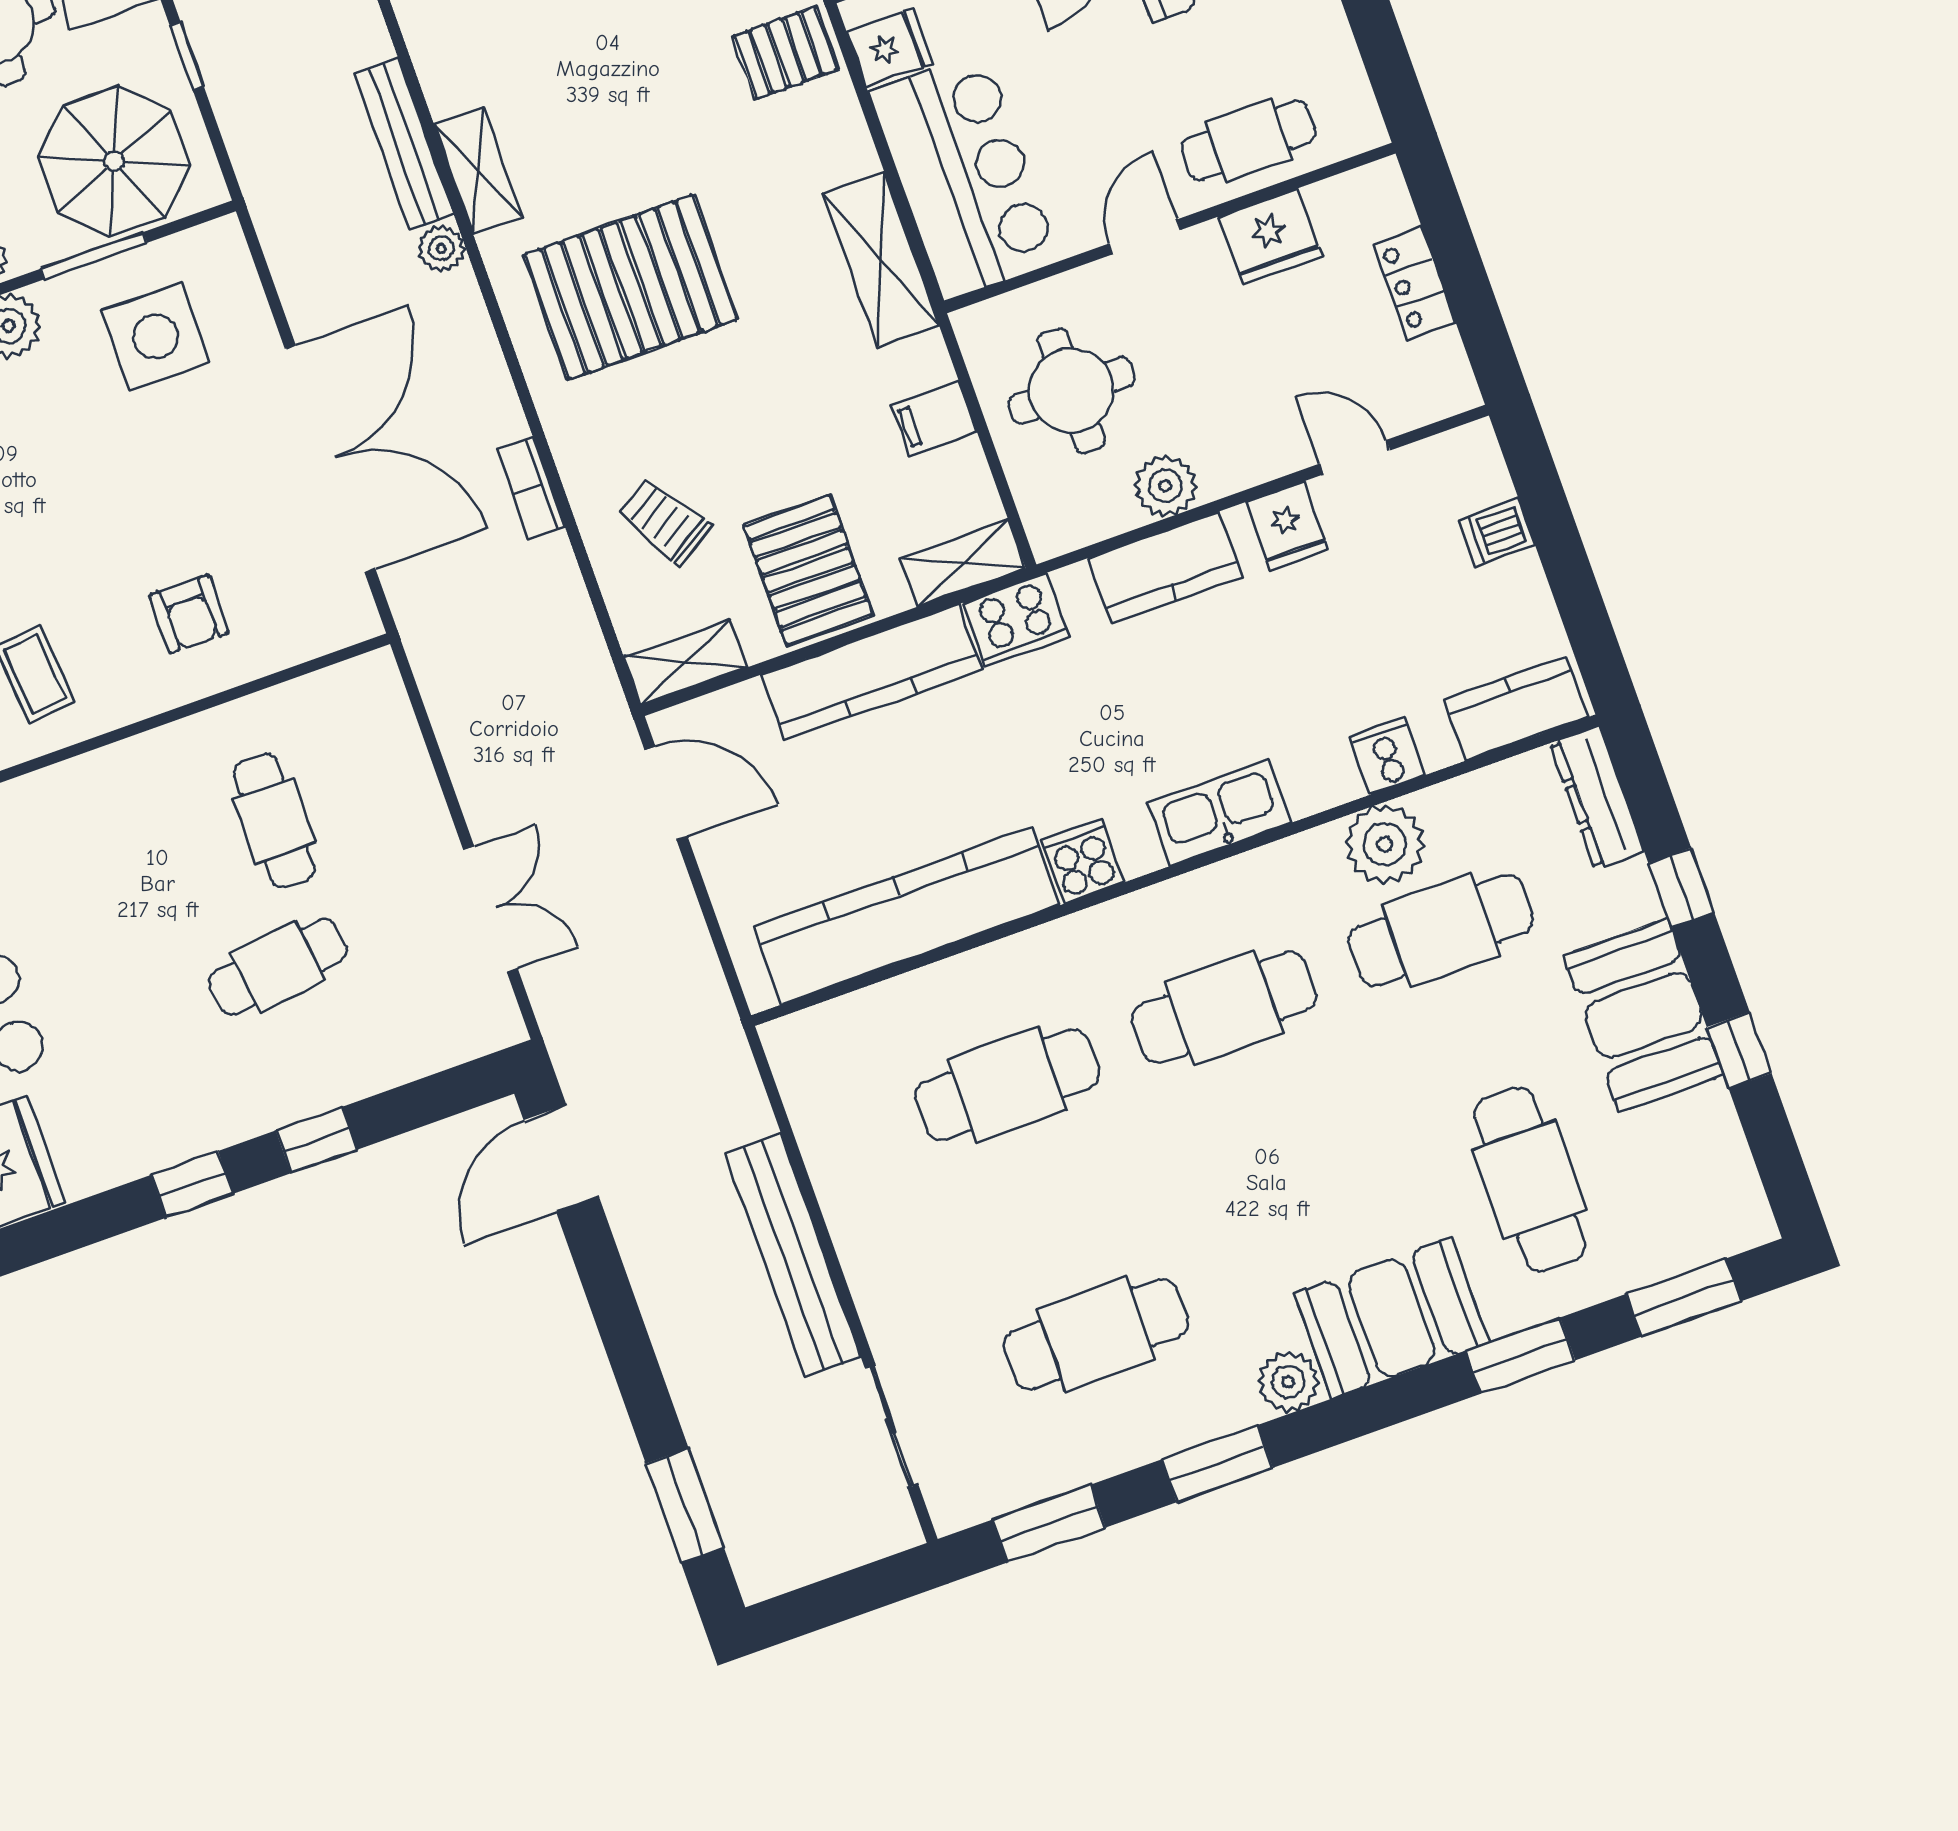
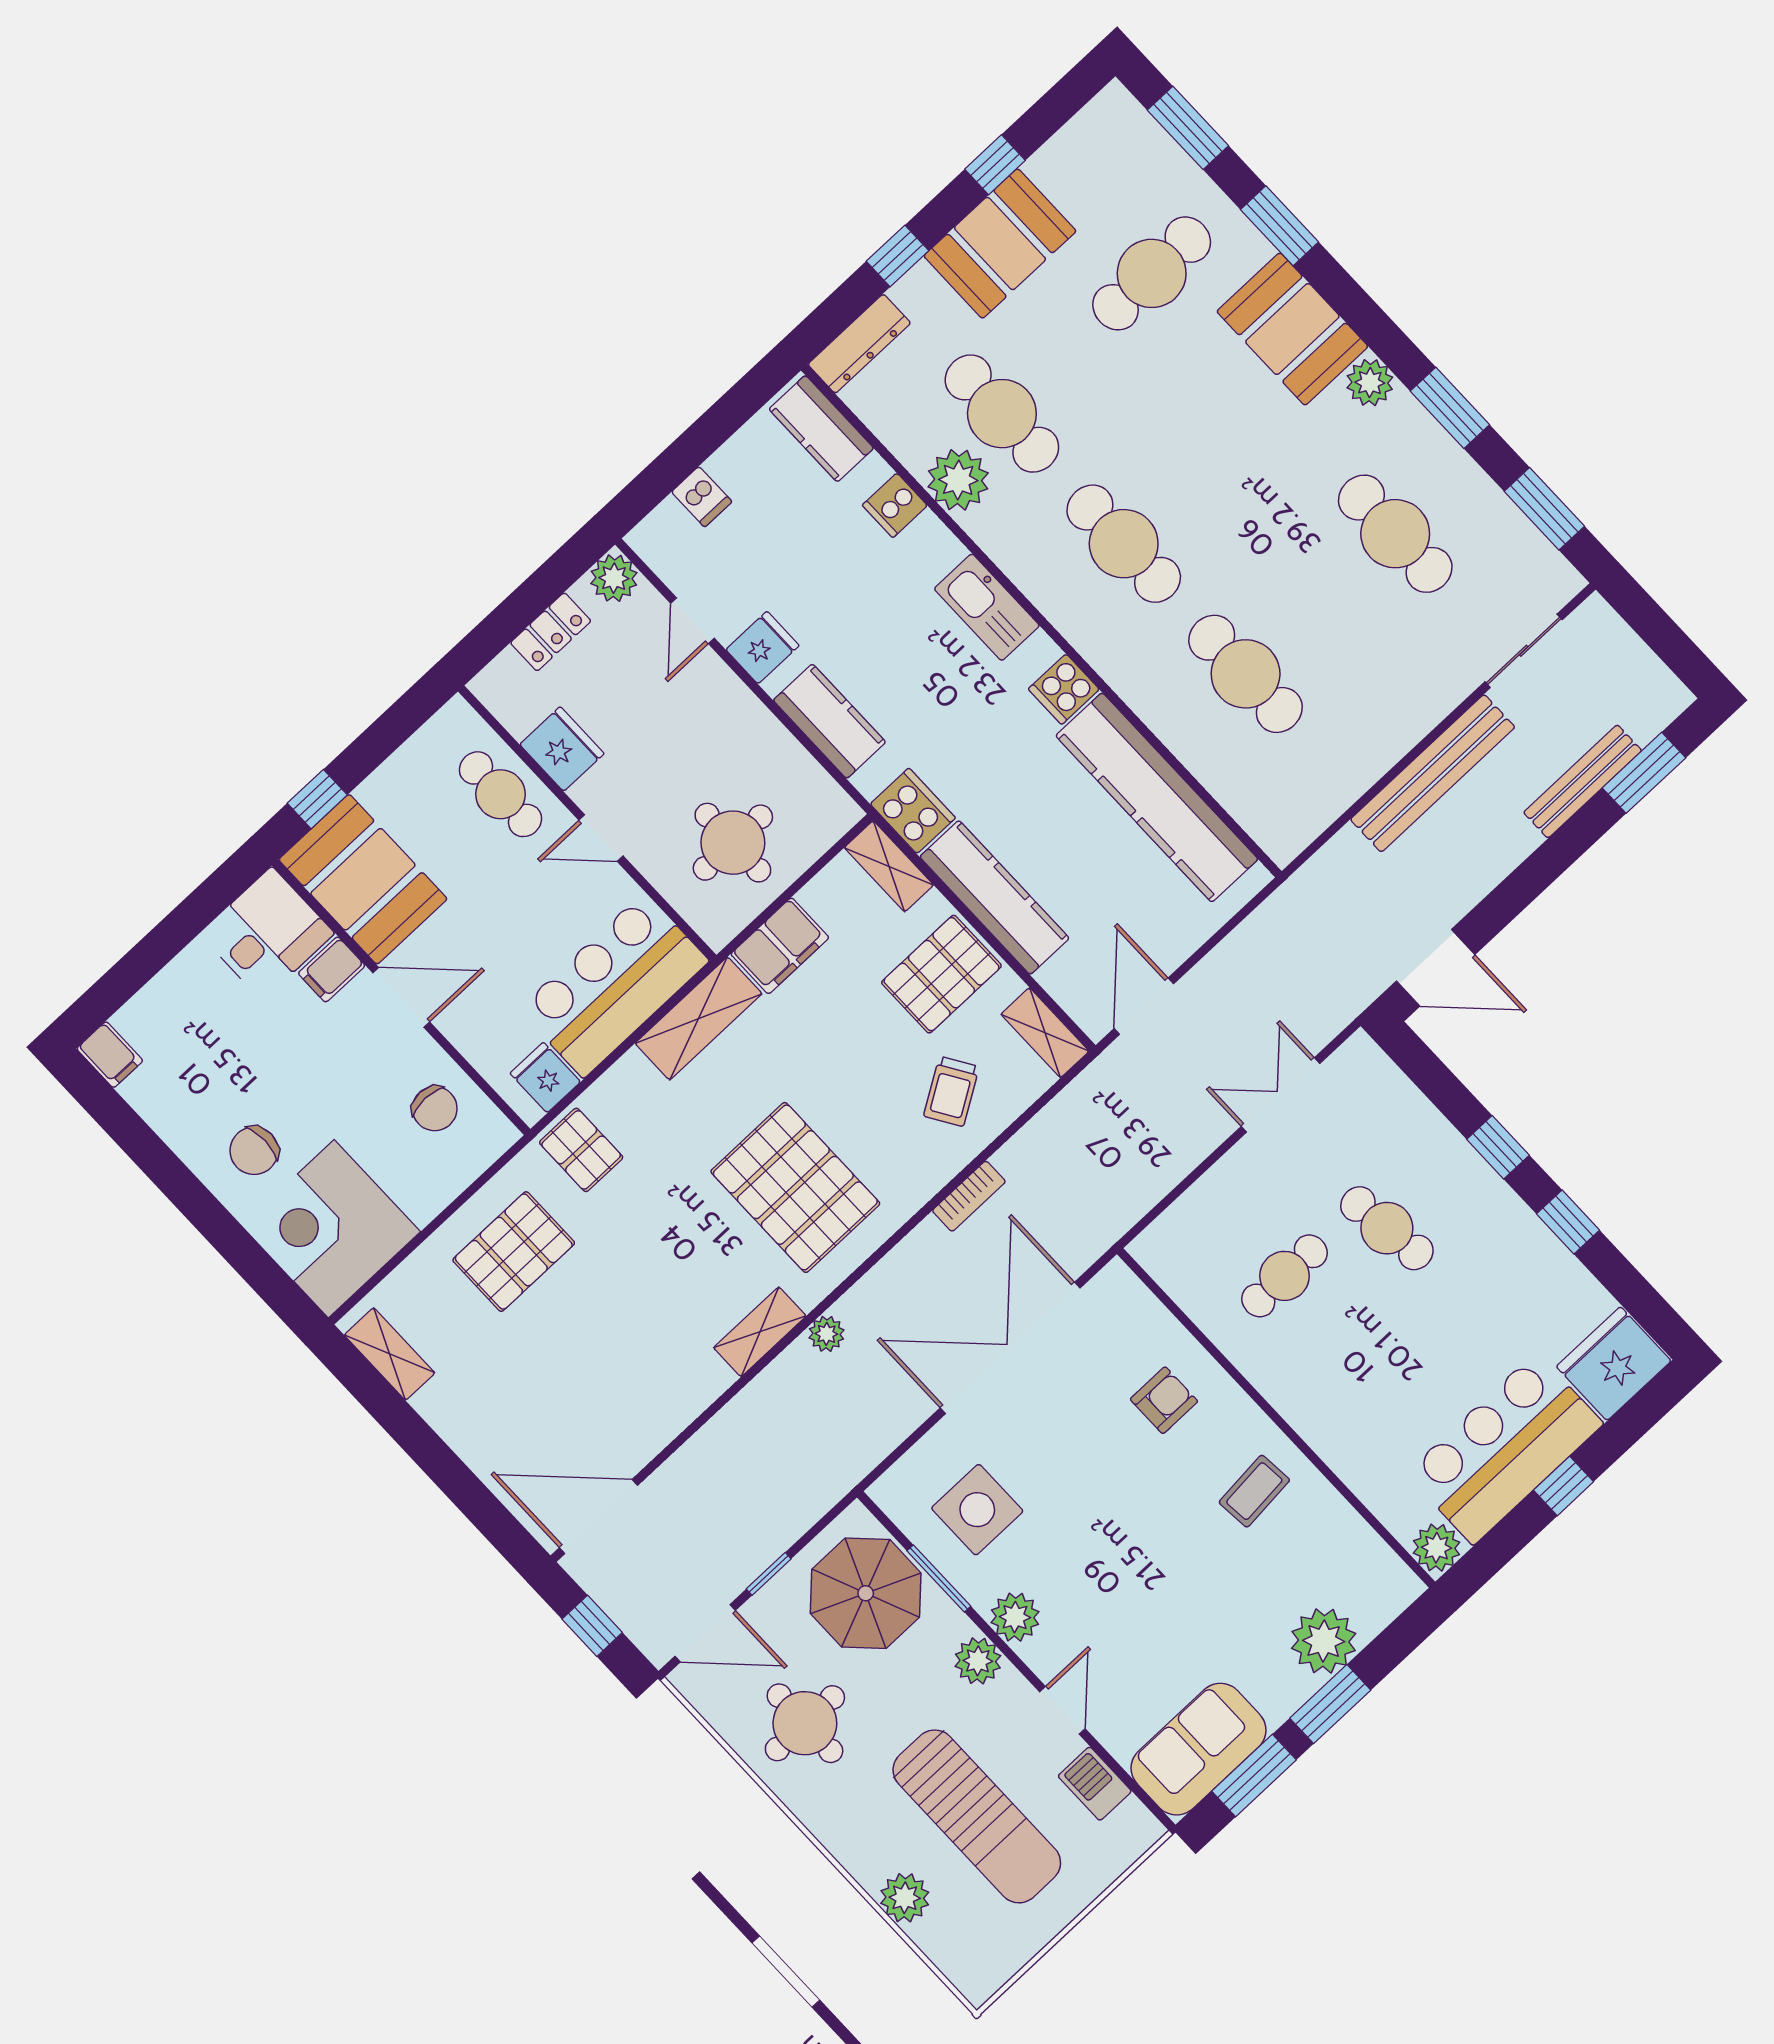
bench: (404, 144) -> (1583, 781), moved
filing cabinet: (934, 419) -> (780, 946), width x2.00
plant: (1165, 486) -> (614, 578), moved

